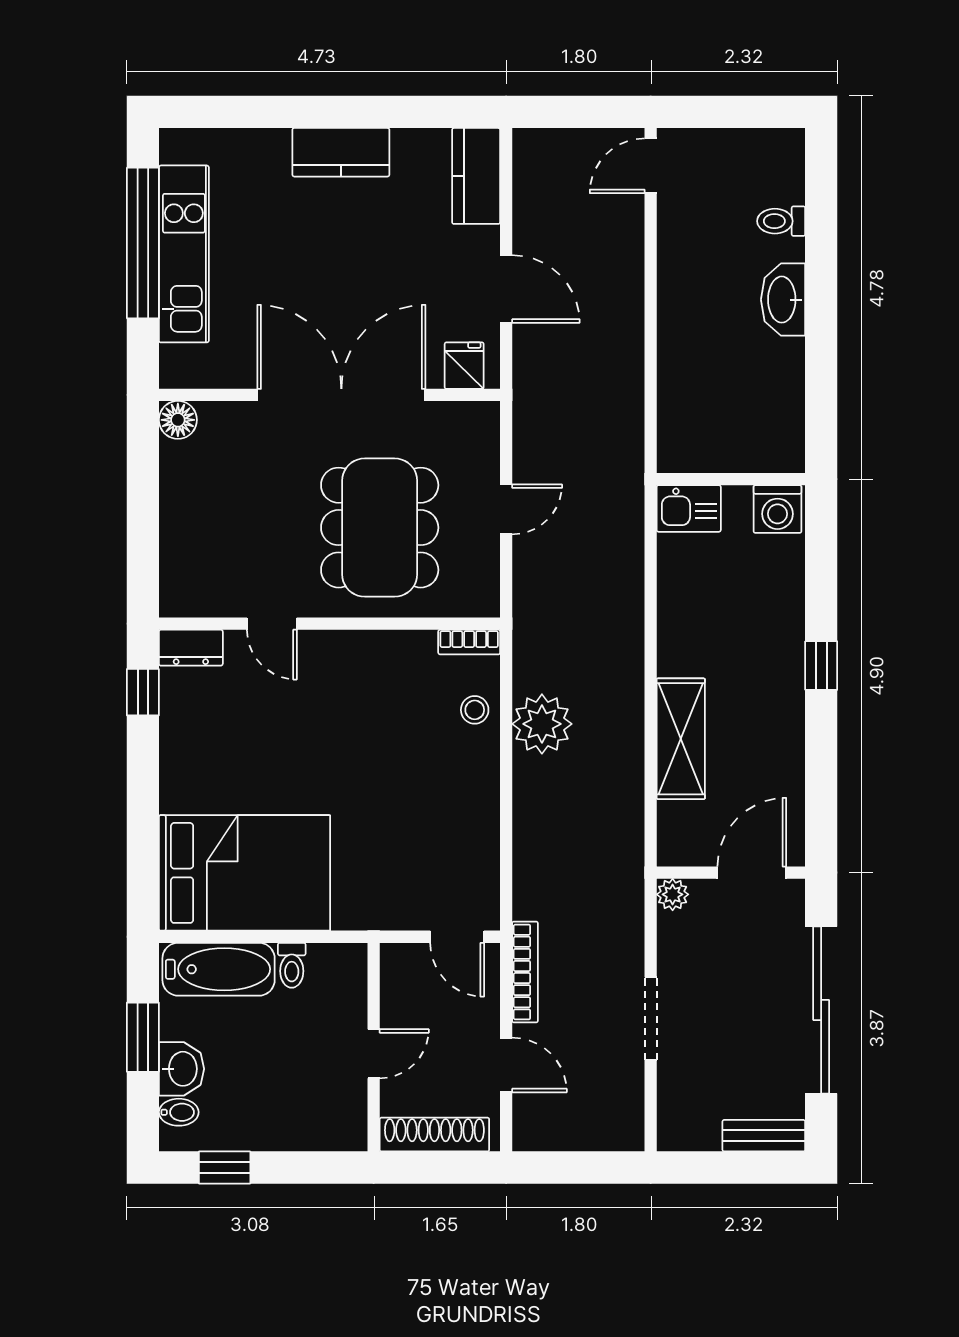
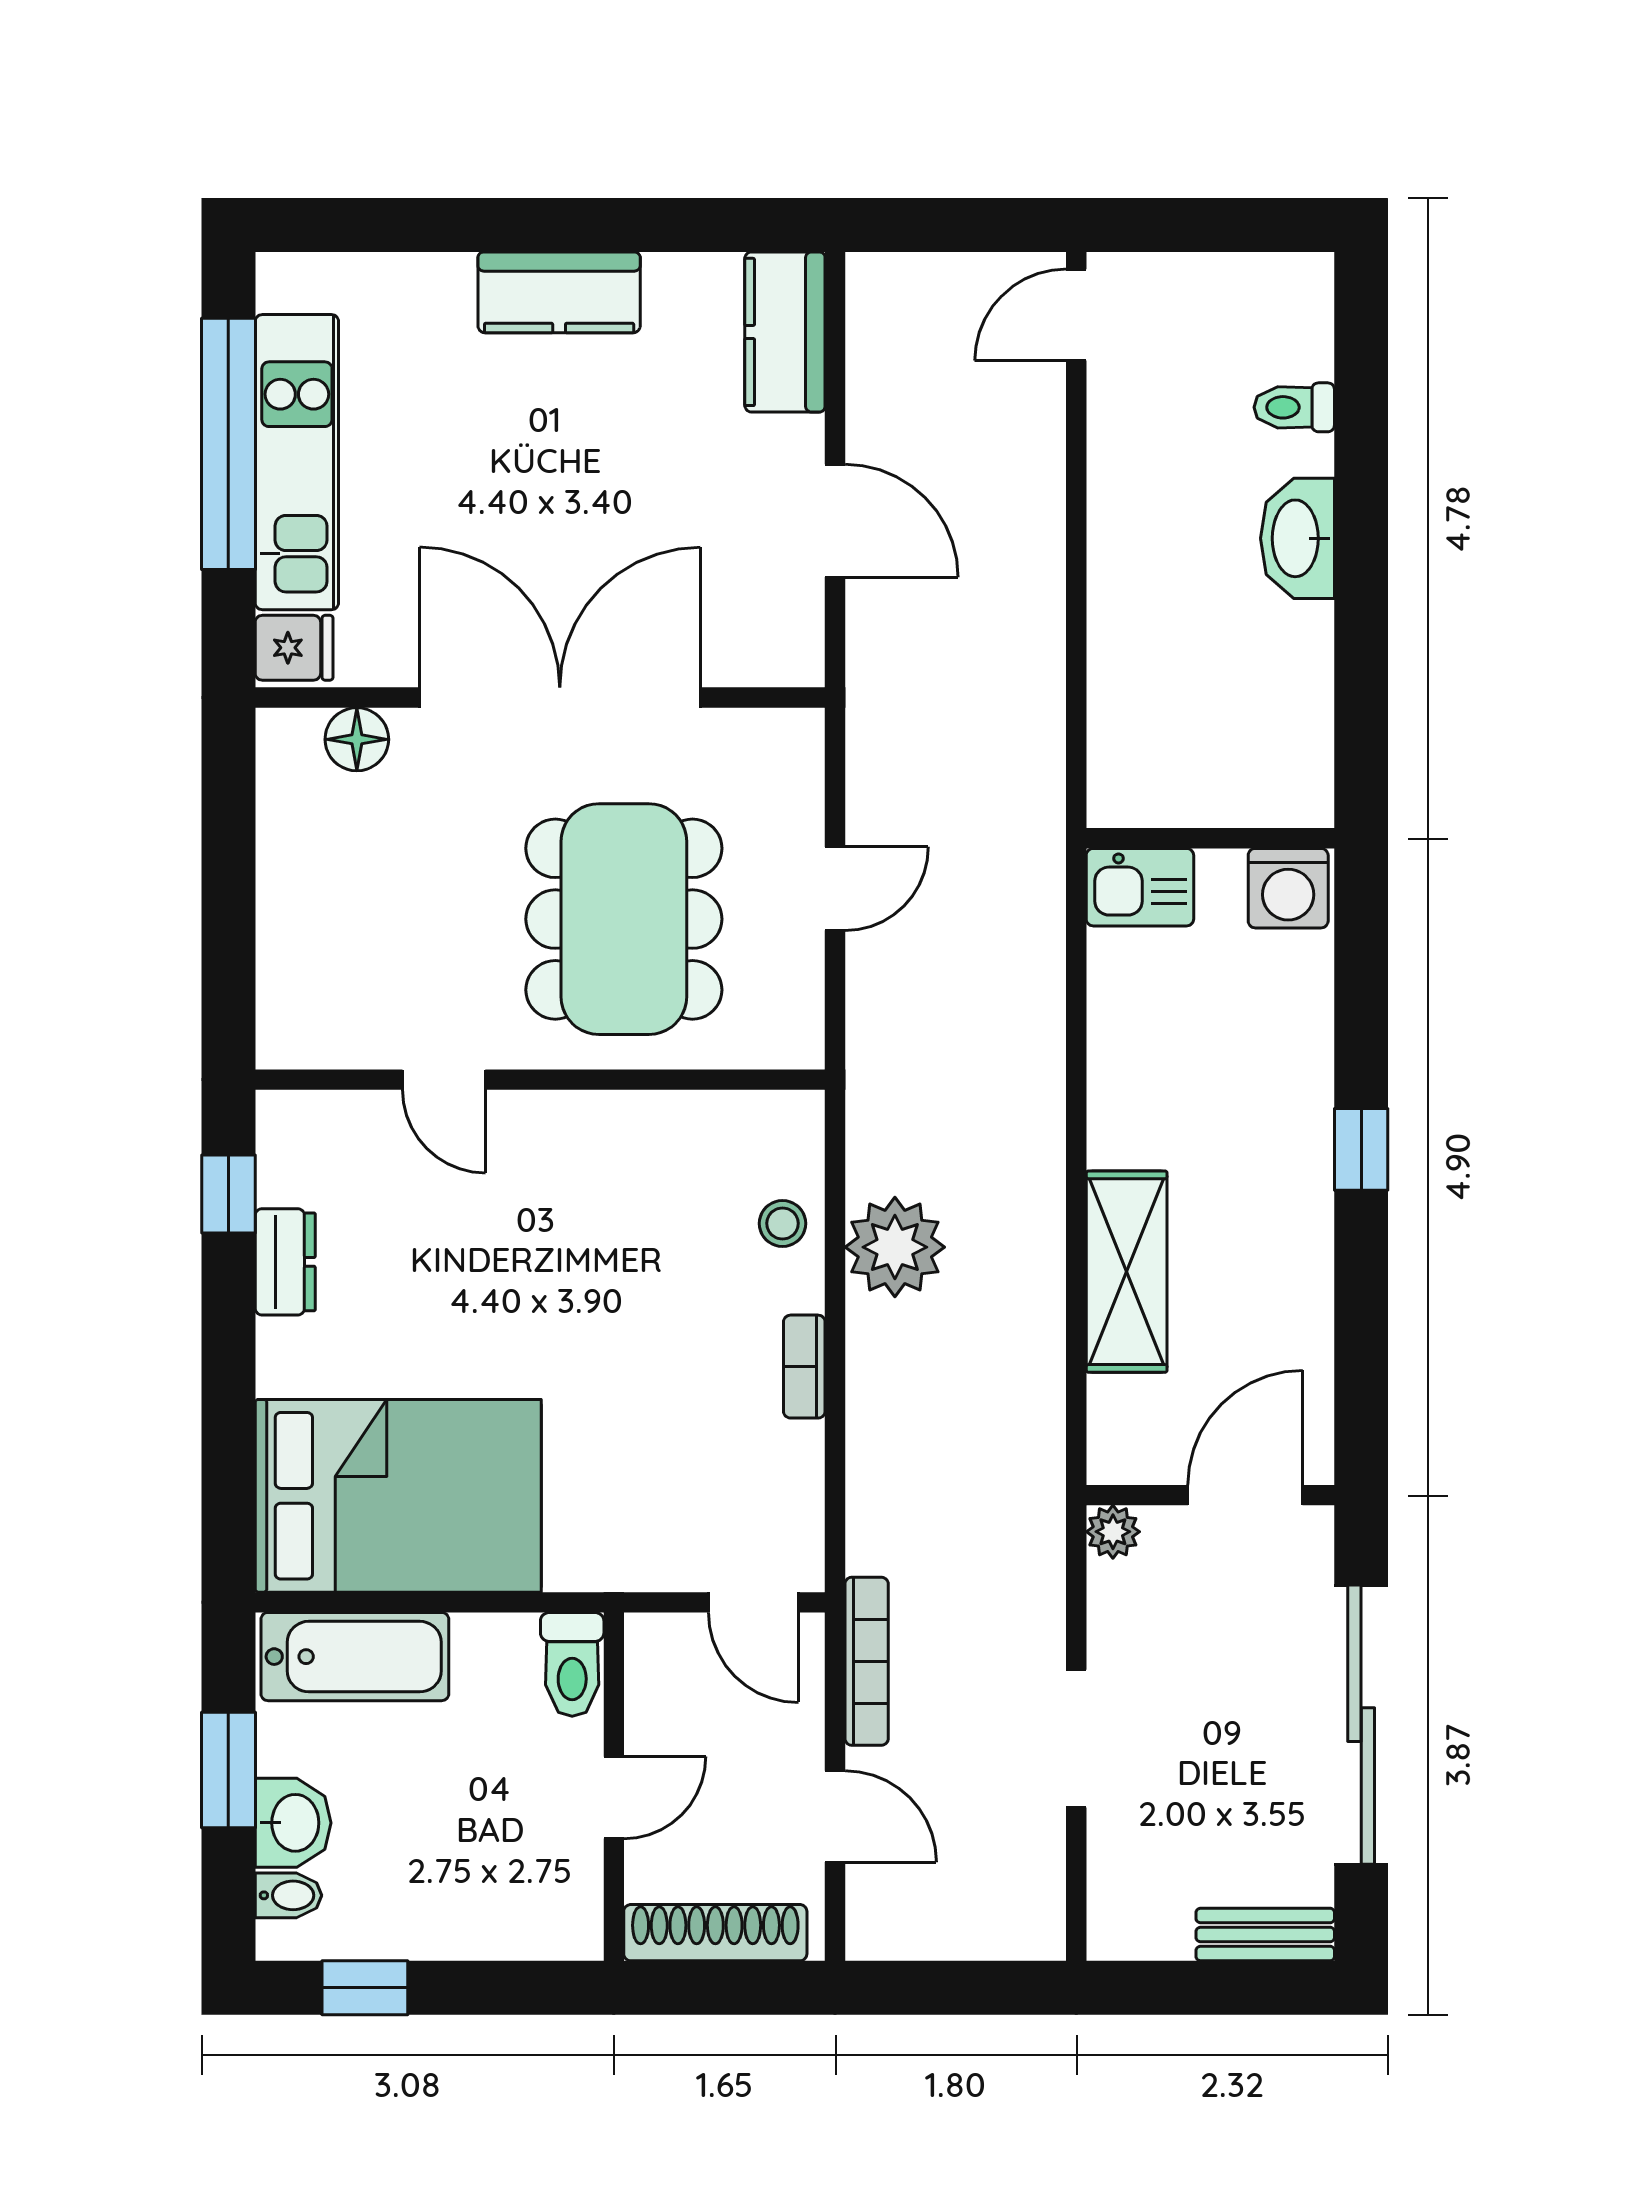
fridge: (464, 366) -> (294, 648), moved, turned 90
floor lamp: (178, 420) -> (357, 739), moved
bookcase: (469, 642) -> (804, 1367), moved, turned 90
dresser: (191, 648) -> (285, 1262), moved, turned -90
toilet: (292, 965) -> (572, 1664), moved, width x1.37, depth x1.39

